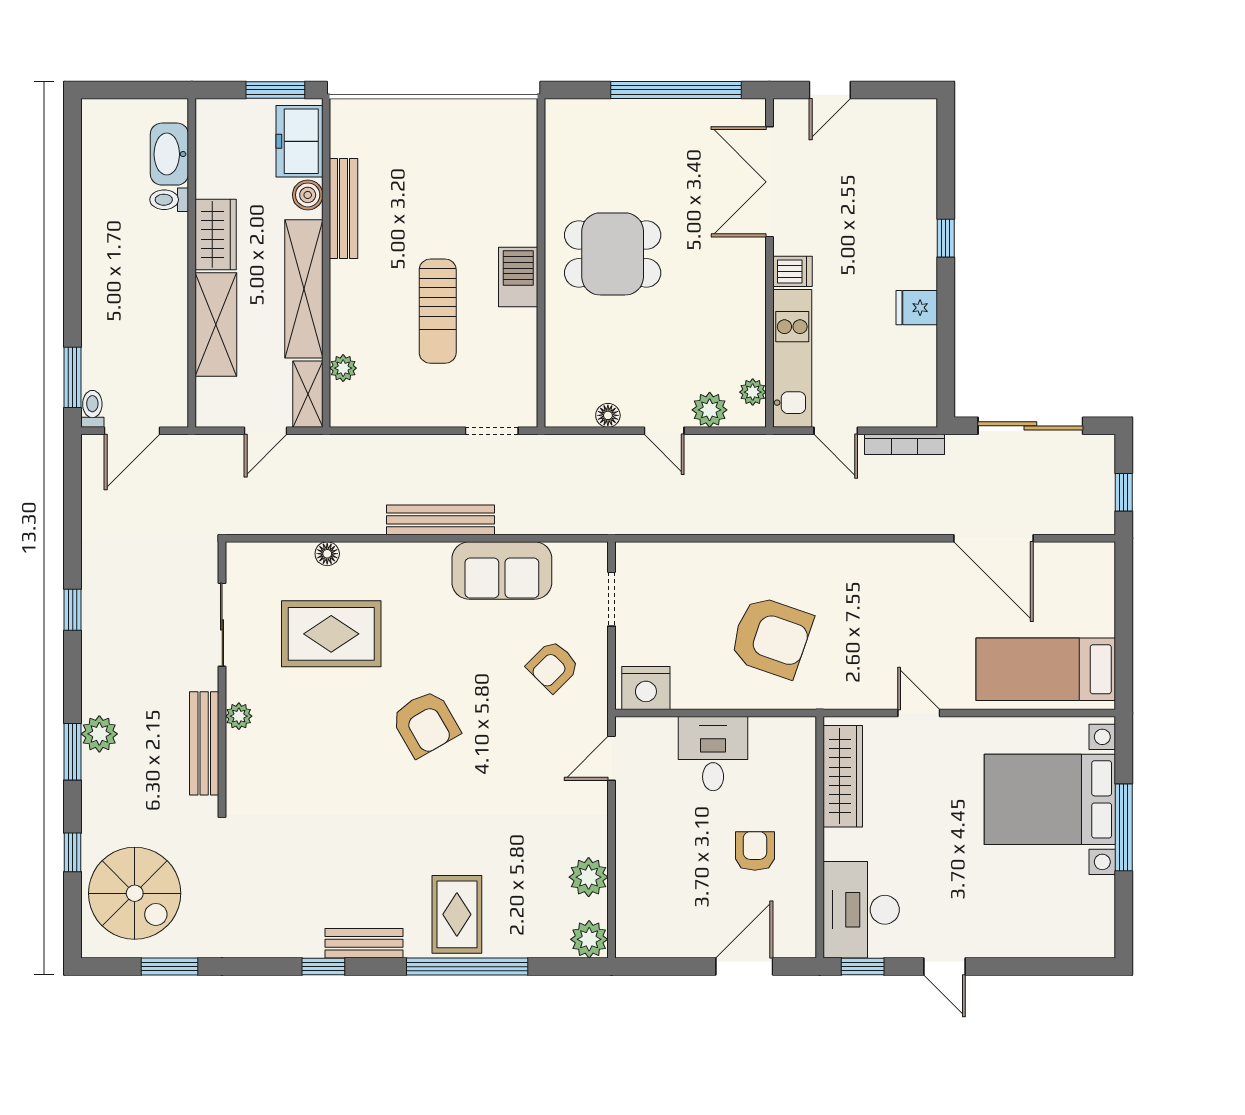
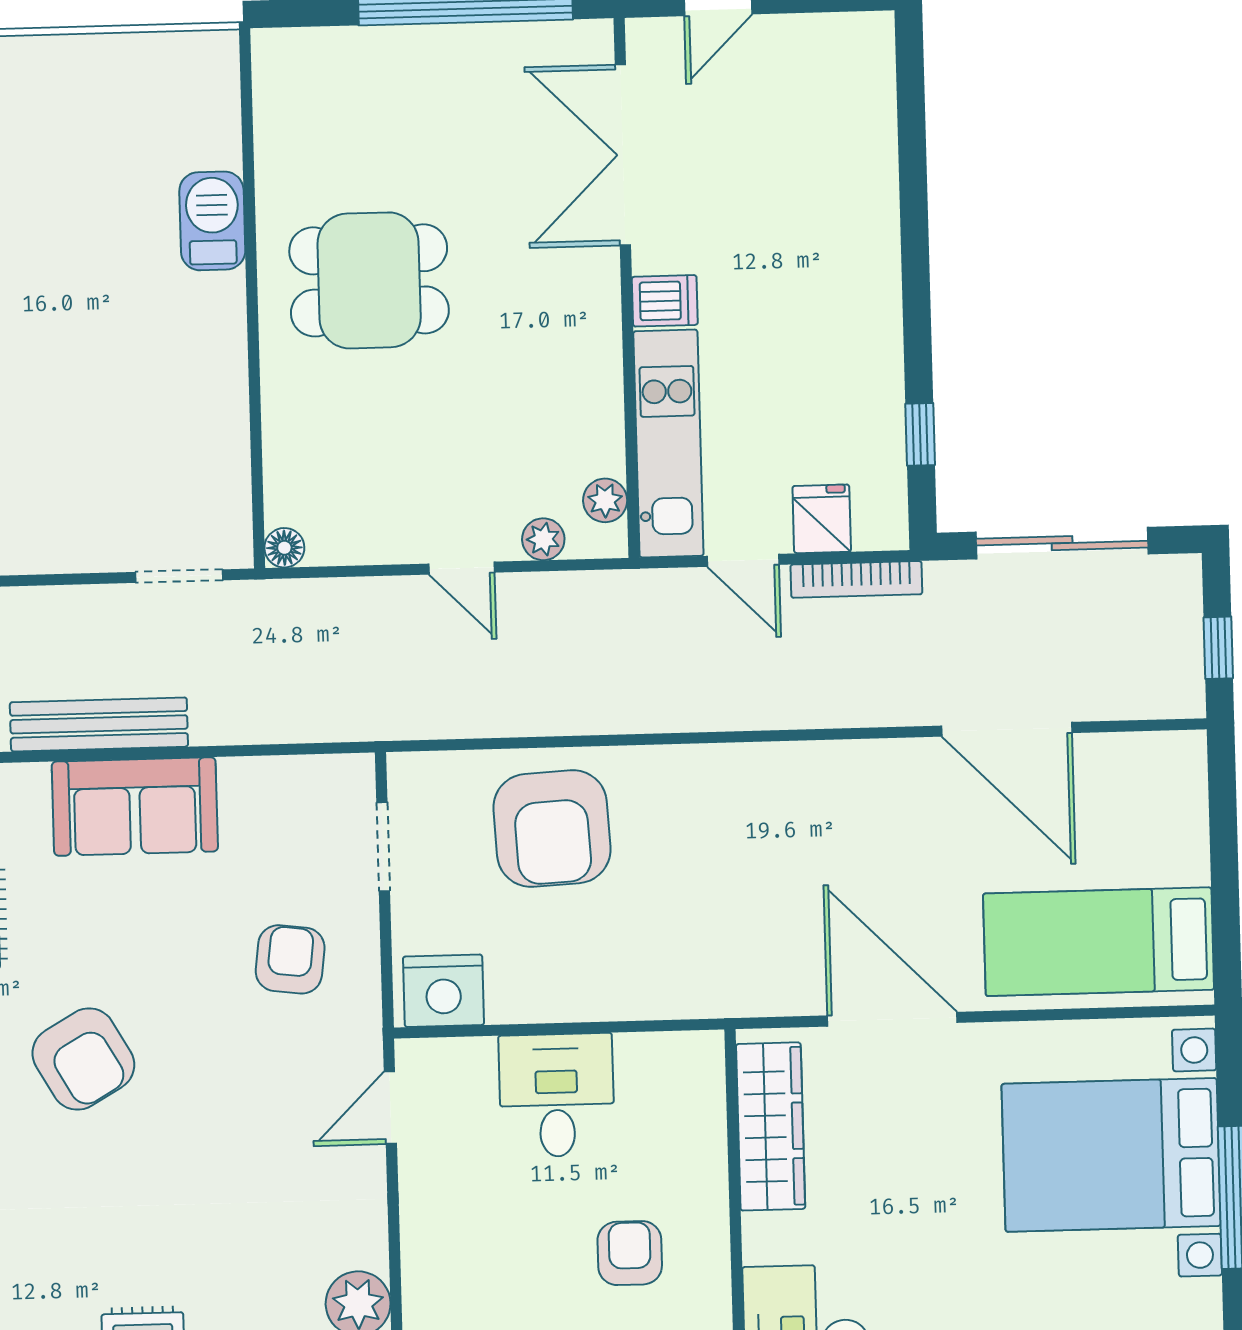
window: (946, 238) -> (920, 434), moved
barbecue: (518, 277) -> (212, 221), moved
fridge: (917, 308) -> (822, 519), moved, turned 90
sun lounger: (438, 311) -> (85, 382), removed
plant: (710, 410) -> (543, 539), width x0.73, depth x0.73
floor lamp: (608, 415) -> (284, 548), moved
sofa: (502, 570) -> (135, 807), moved
armchair: (771, 637) -> (552, 829), moved, turned 68
armchair: (553, 666) -> (290, 959), turned 142
door: (919, 713) -> (892, 1019), width x1.87

